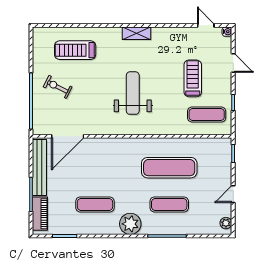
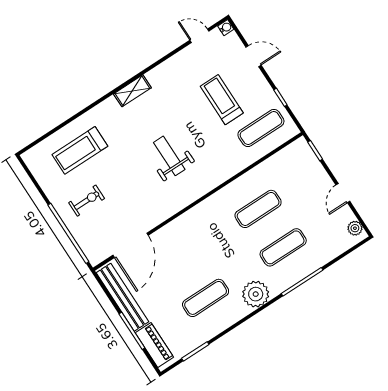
exercise bike: (58, 87) -> (87, 201), turned 153
weight bench: (133, 93) -> (169, 156), width x0.73, depth x0.75
exercise mat: (169, 168) -> (258, 209), width x0.73, depth x0.69

